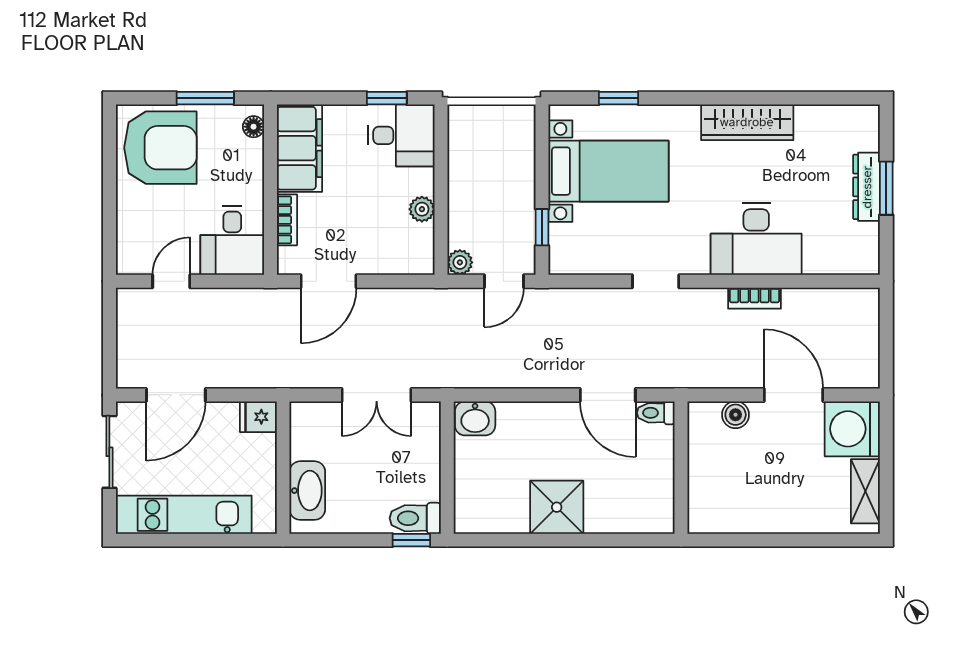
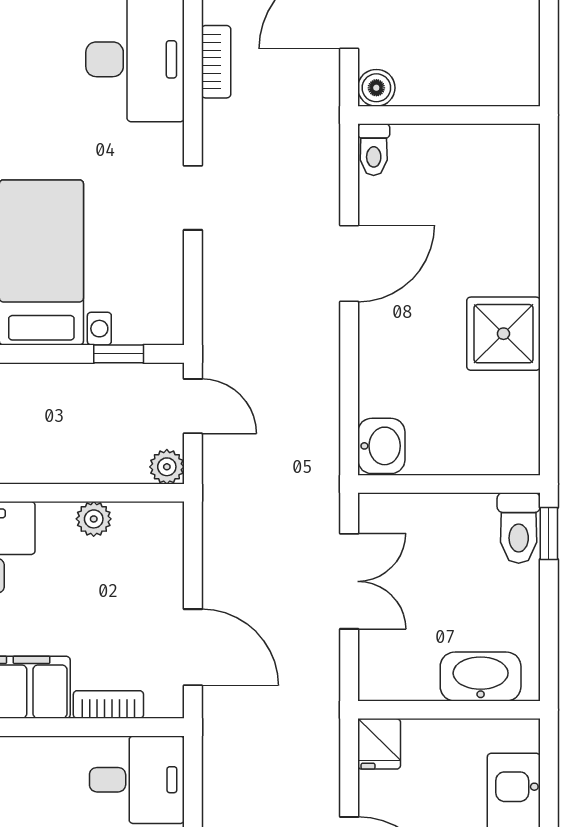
toilet: (656, 413) -> (374, 150), moved
wall: (681, 468) -> (449, 115), moved

